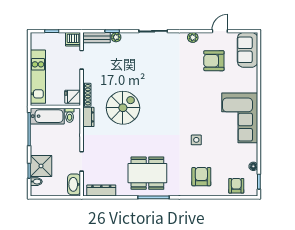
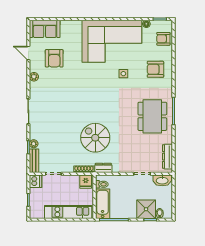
corner sofa: (240, 118) -> (112, 41), width x1.36, depth x1.36

